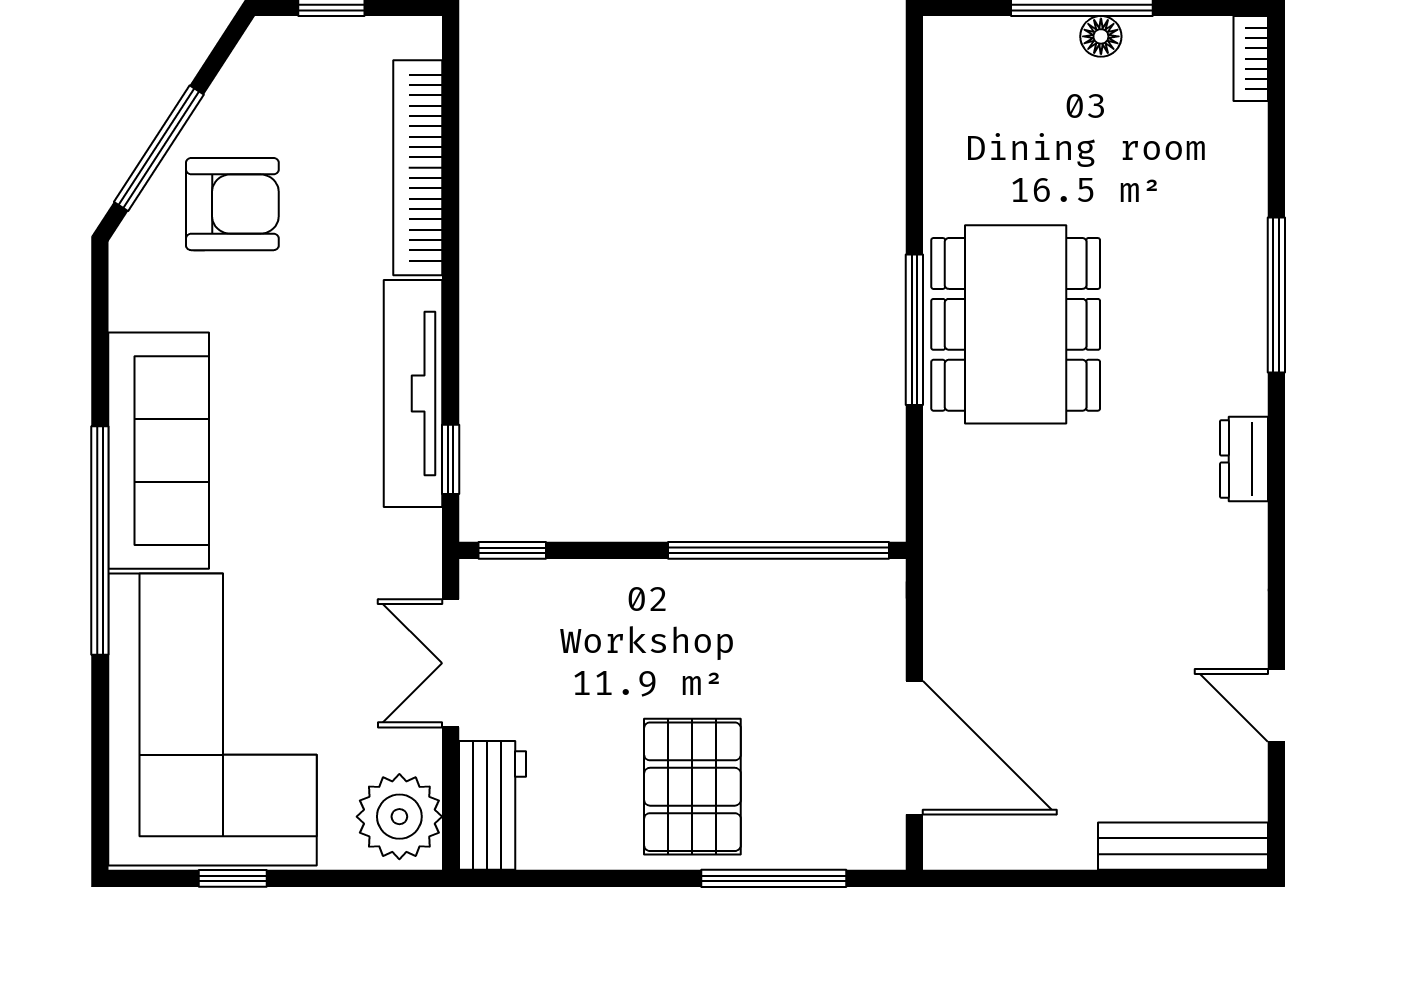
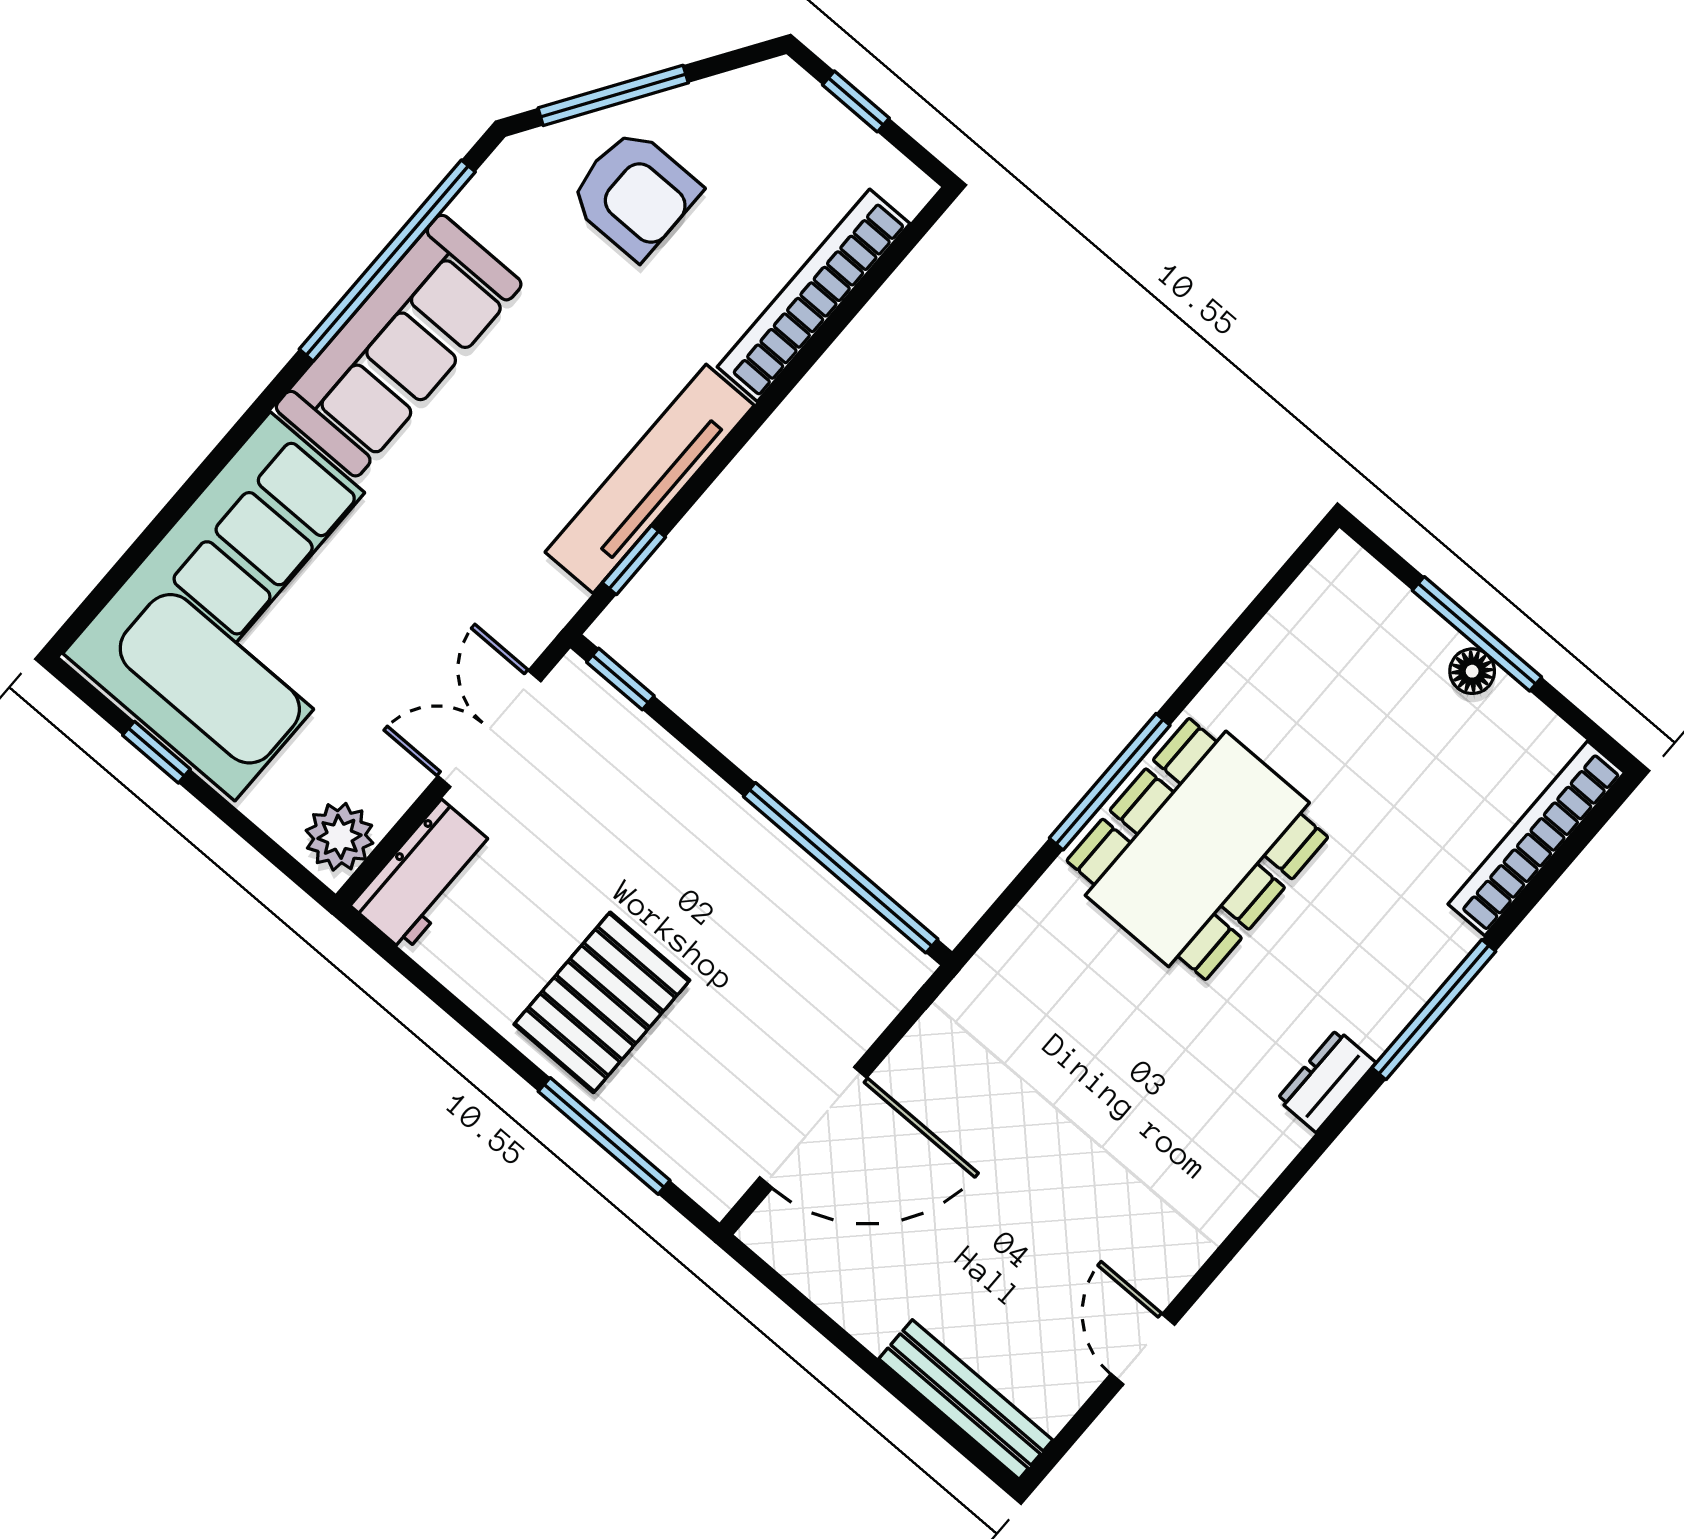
bookcase: (1251, 59) -> (1536, 838), width x2.31, depth x1.31
dresser: (1244, 459) -> (1326, 1081), moved
window: (100, 540) -> (387, 261), moved
door: (914, 748) -> (813, 1128), hinge flipped
plant: (399, 817) -> (340, 837), width x0.73, depth x0.73

